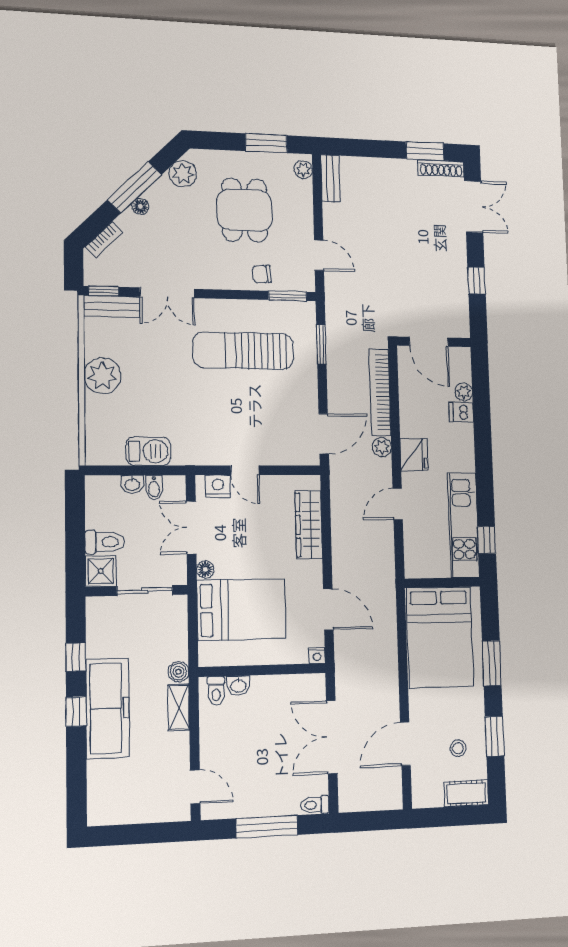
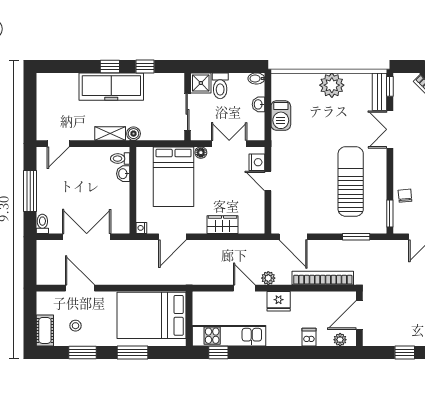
plant: (464, 392) -> (340, 340), moved
plant: (382, 447) -> (268, 278), moved
door: (245, 470) -> (268, 181), hinge flipped
bidet: (154, 487) -> (256, 78), moved
wardrobe: (309, 525) -> (223, 225), width x0.67

